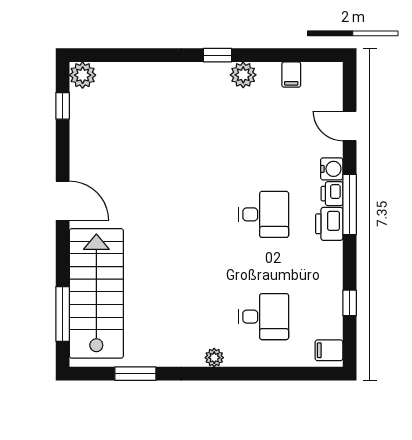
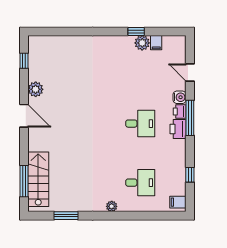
window: (217, 55) -> (136, 31), moved
plant: (83, 75) -> (36, 89), moved
plant: (243, 75) -> (142, 43), moved
stairs: (96, 293) -> (38, 179), width x0.73, depth x0.66

